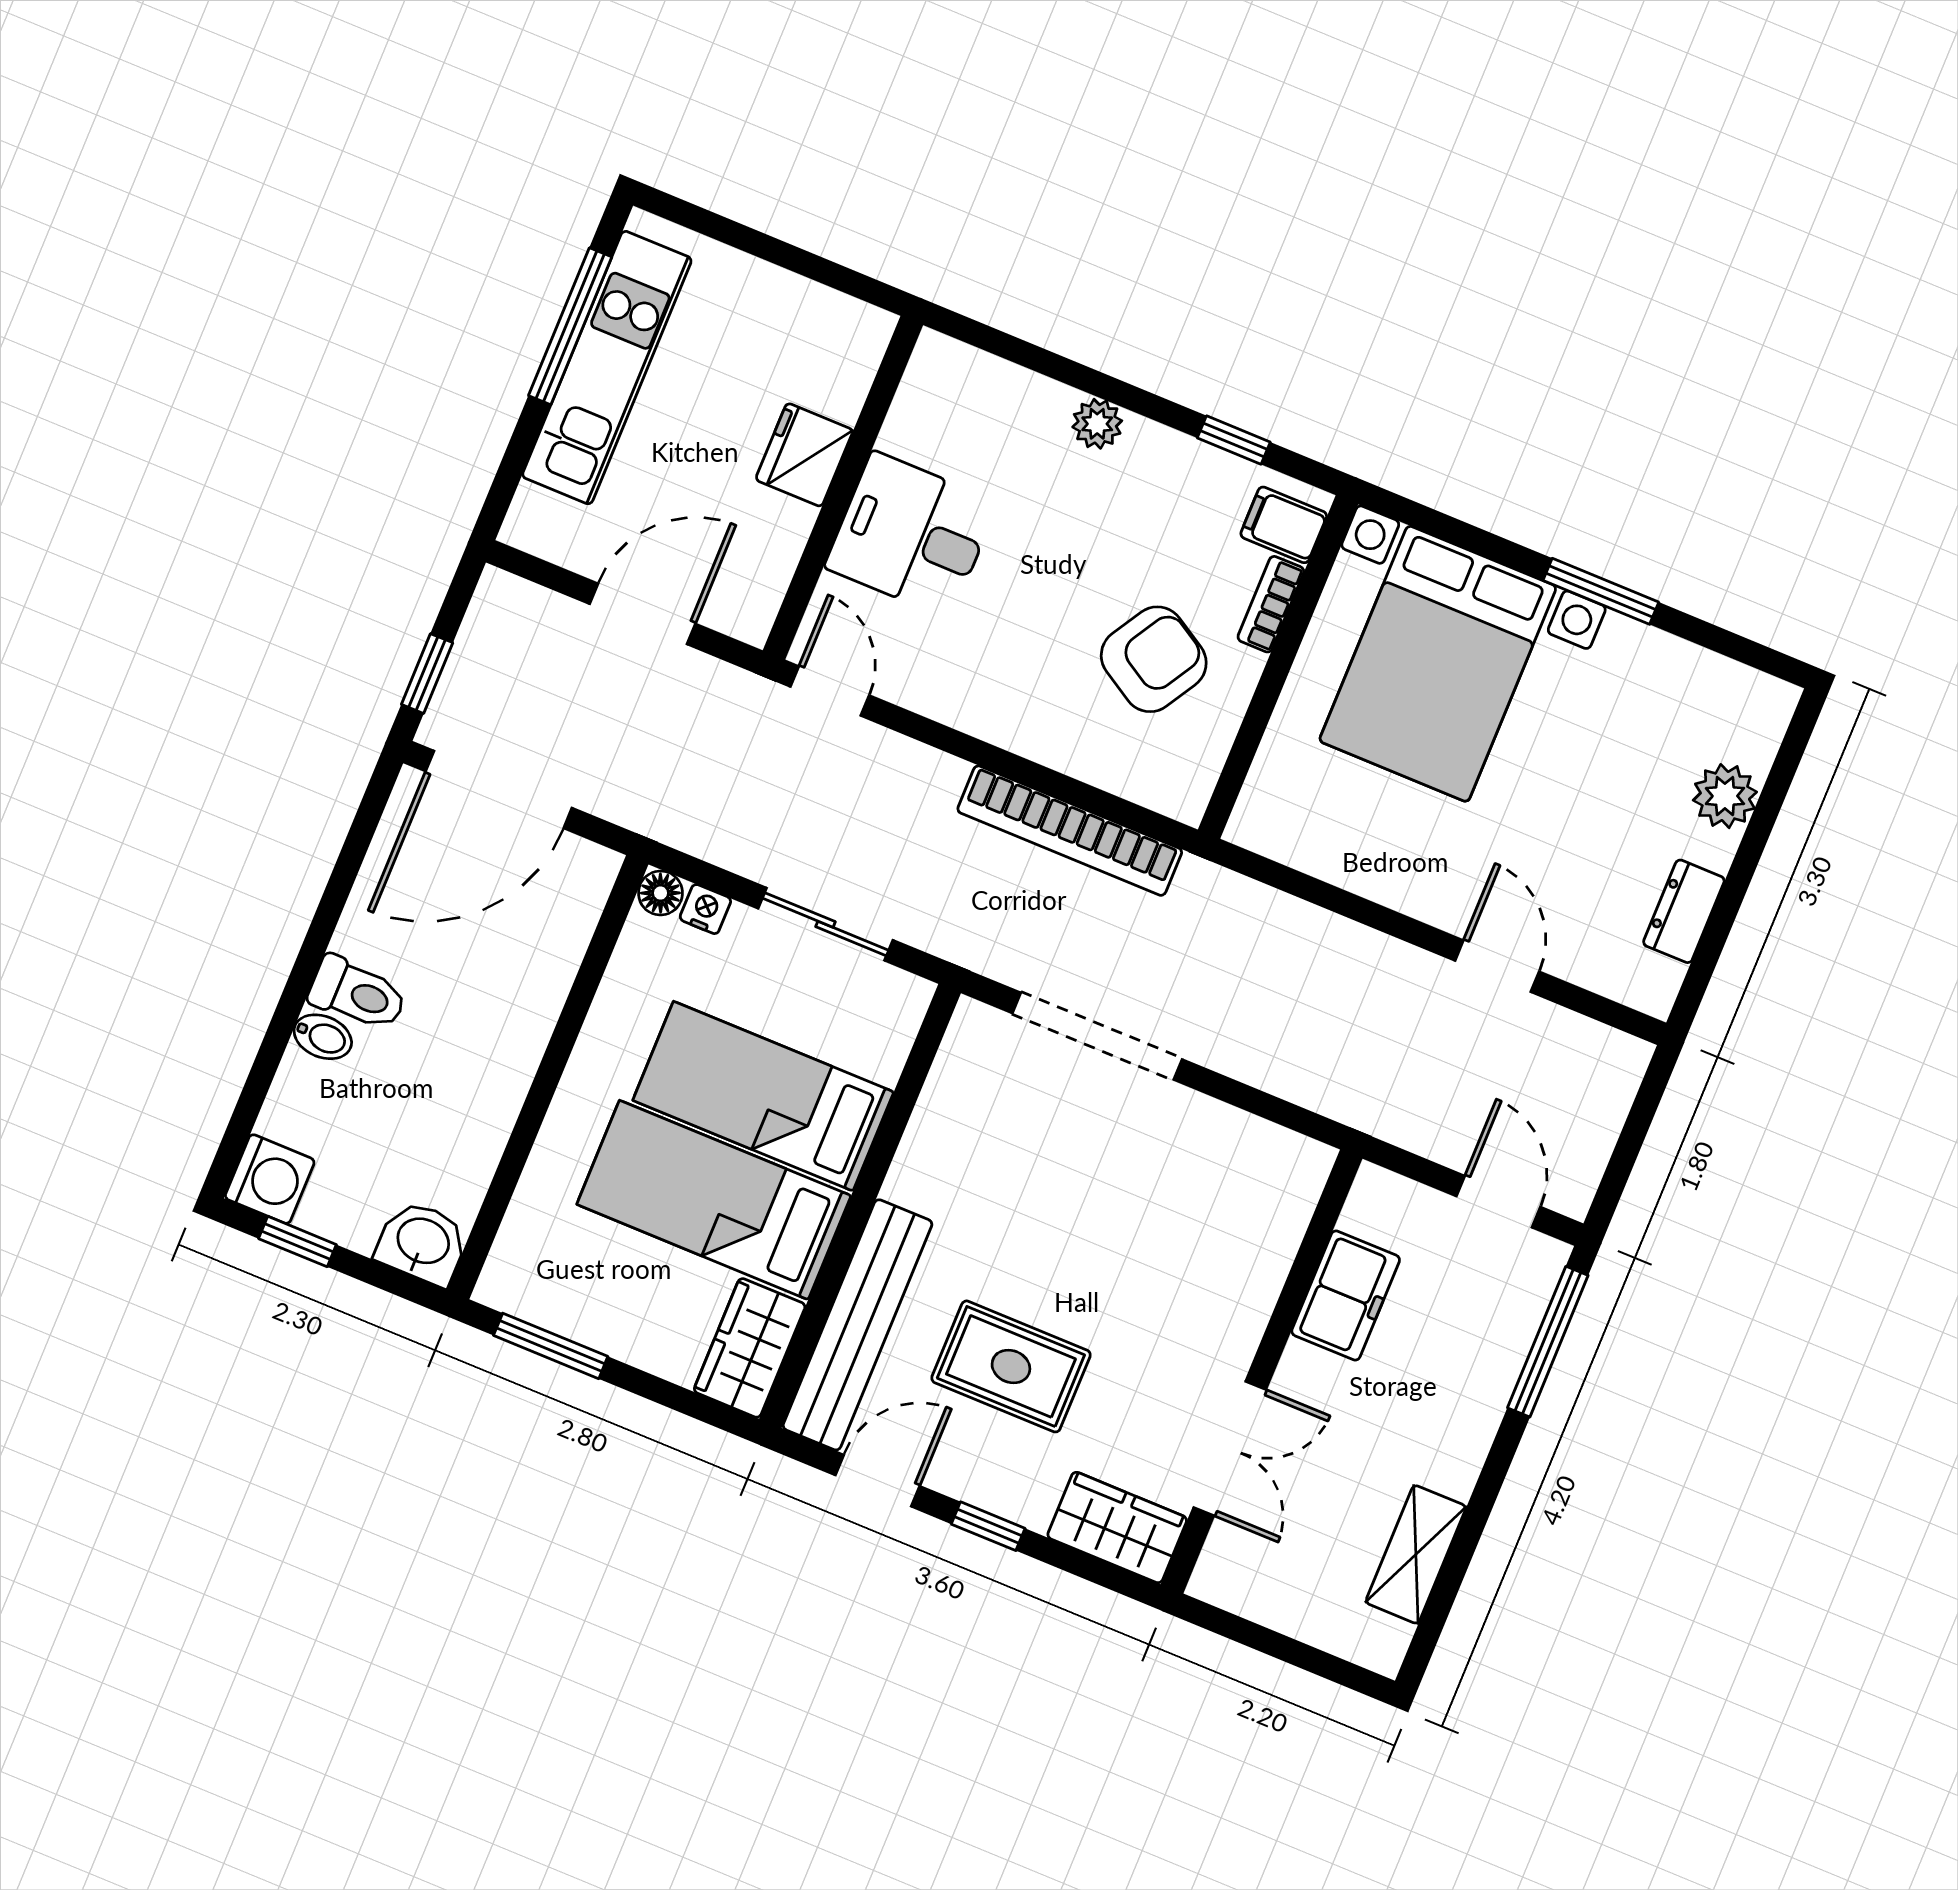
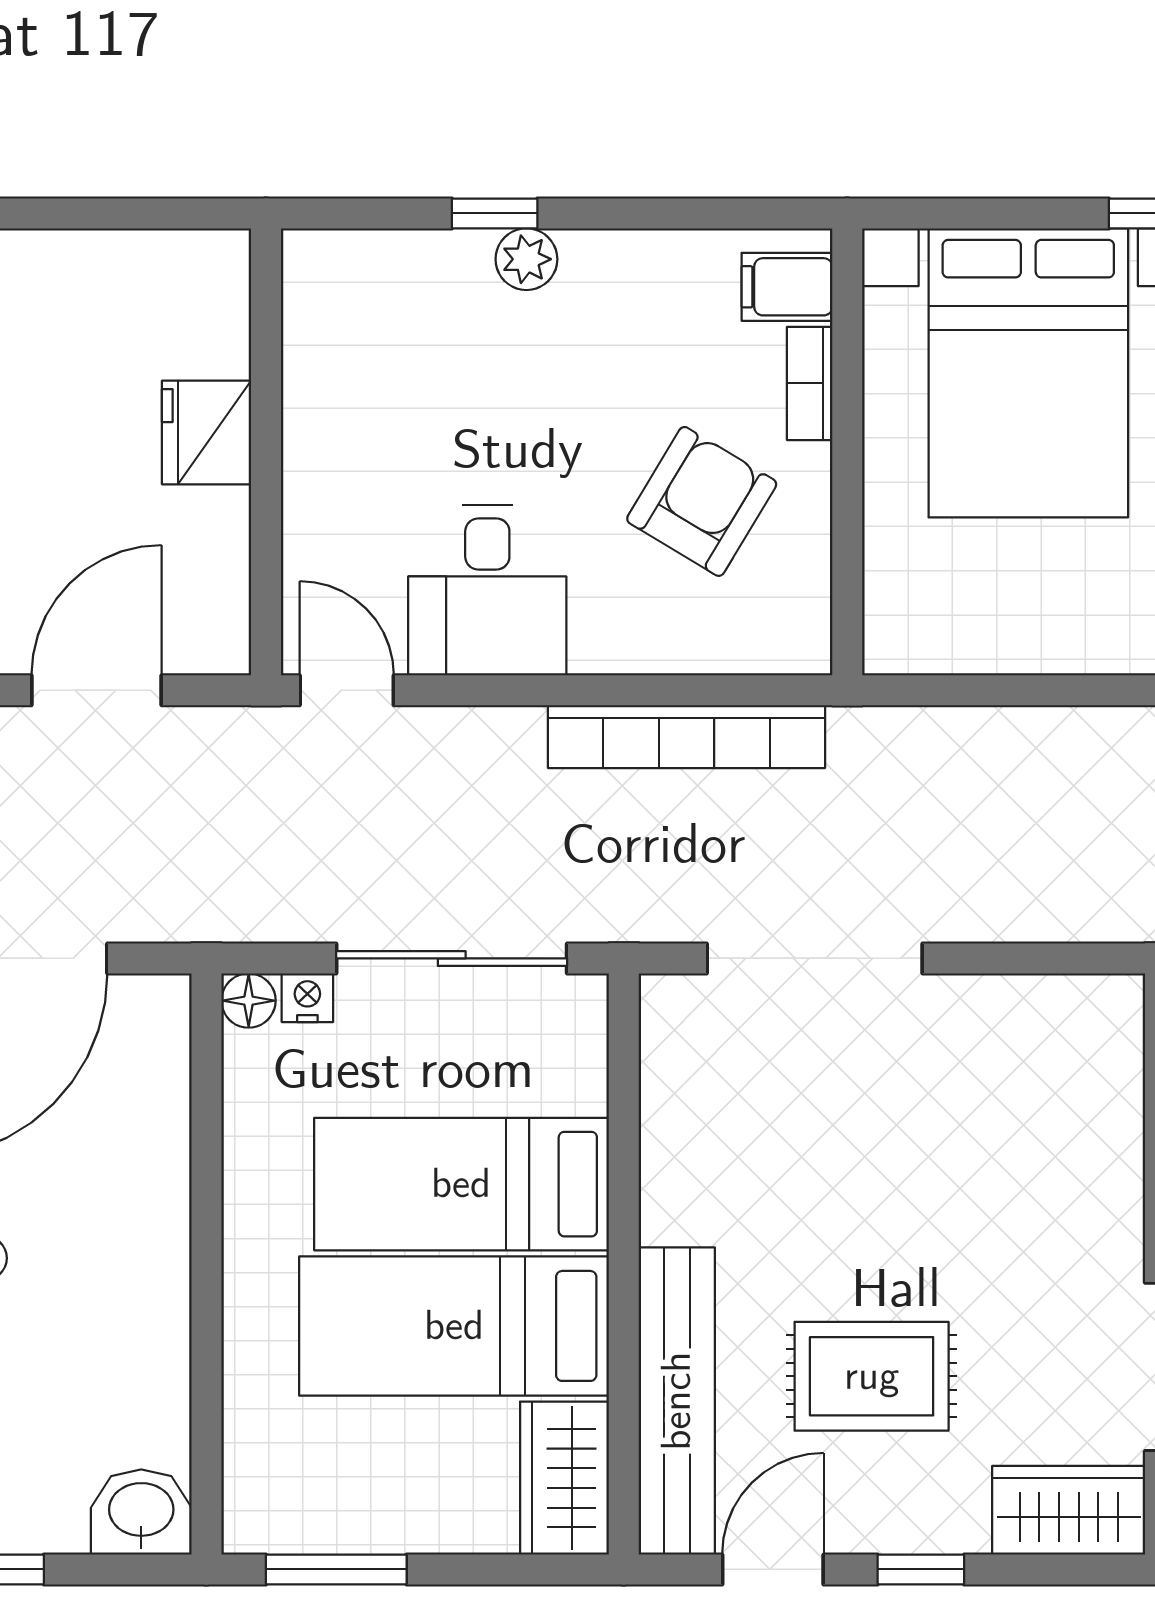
window: (1234, 440) -> (495, 213), moved
desk: (911, 535) -> (487, 590), moved, turned -90
sliding door: (826, 924) -> (452, 958), width x1.37

